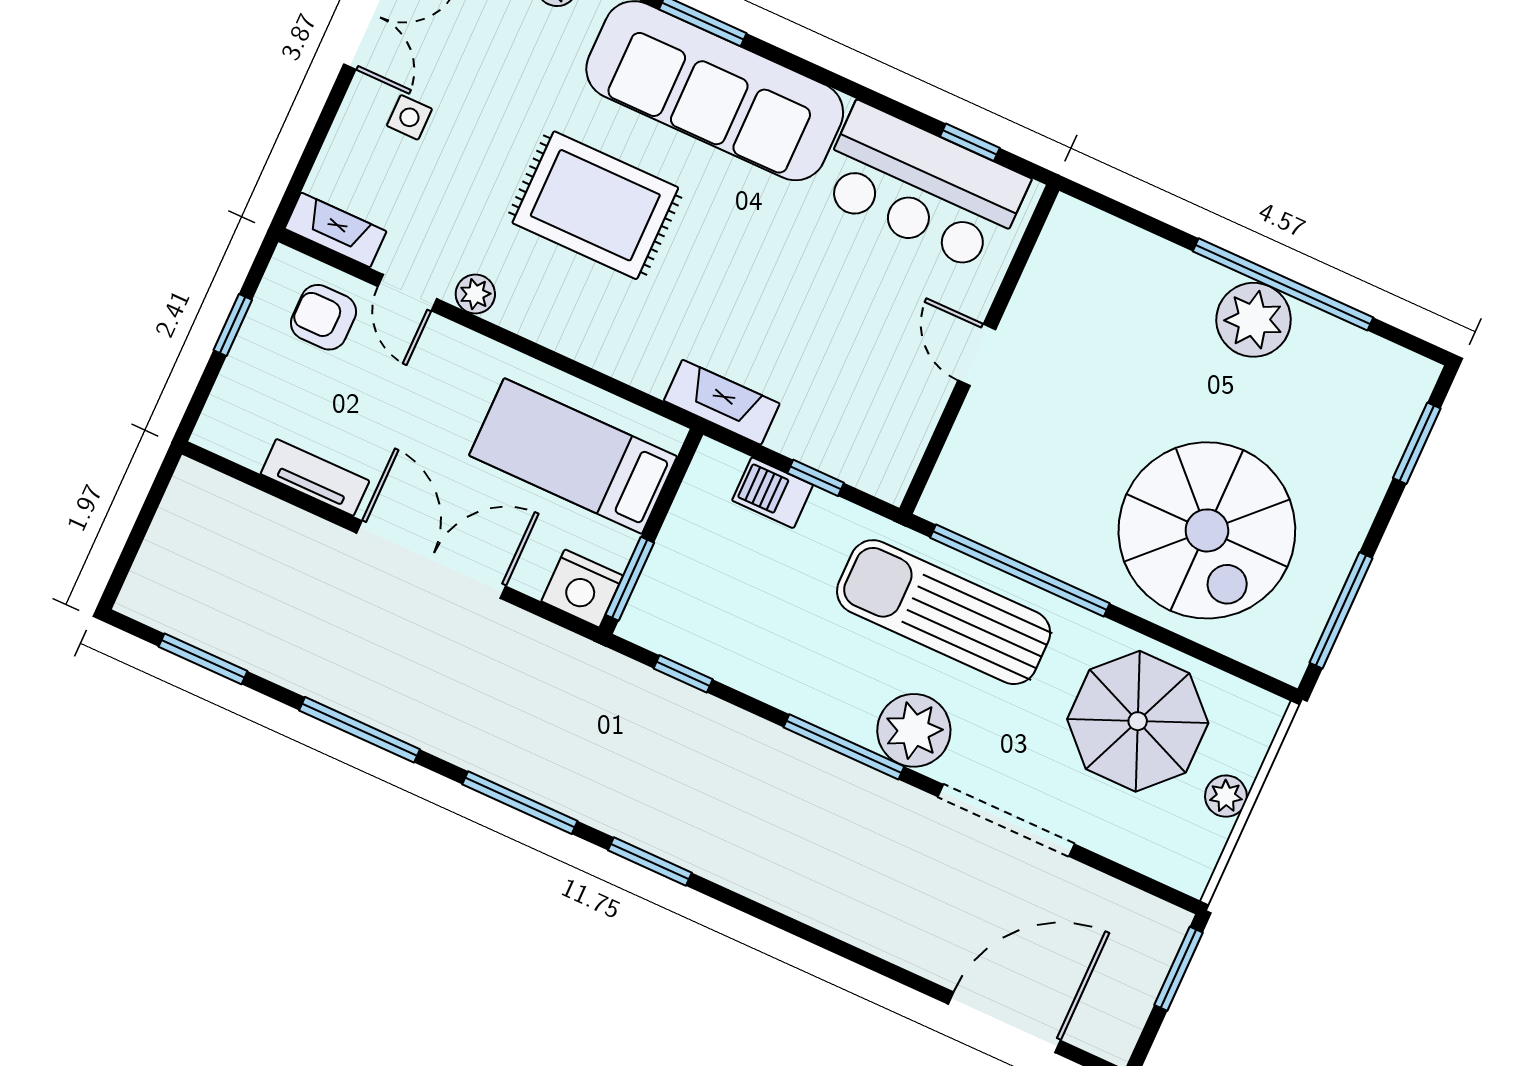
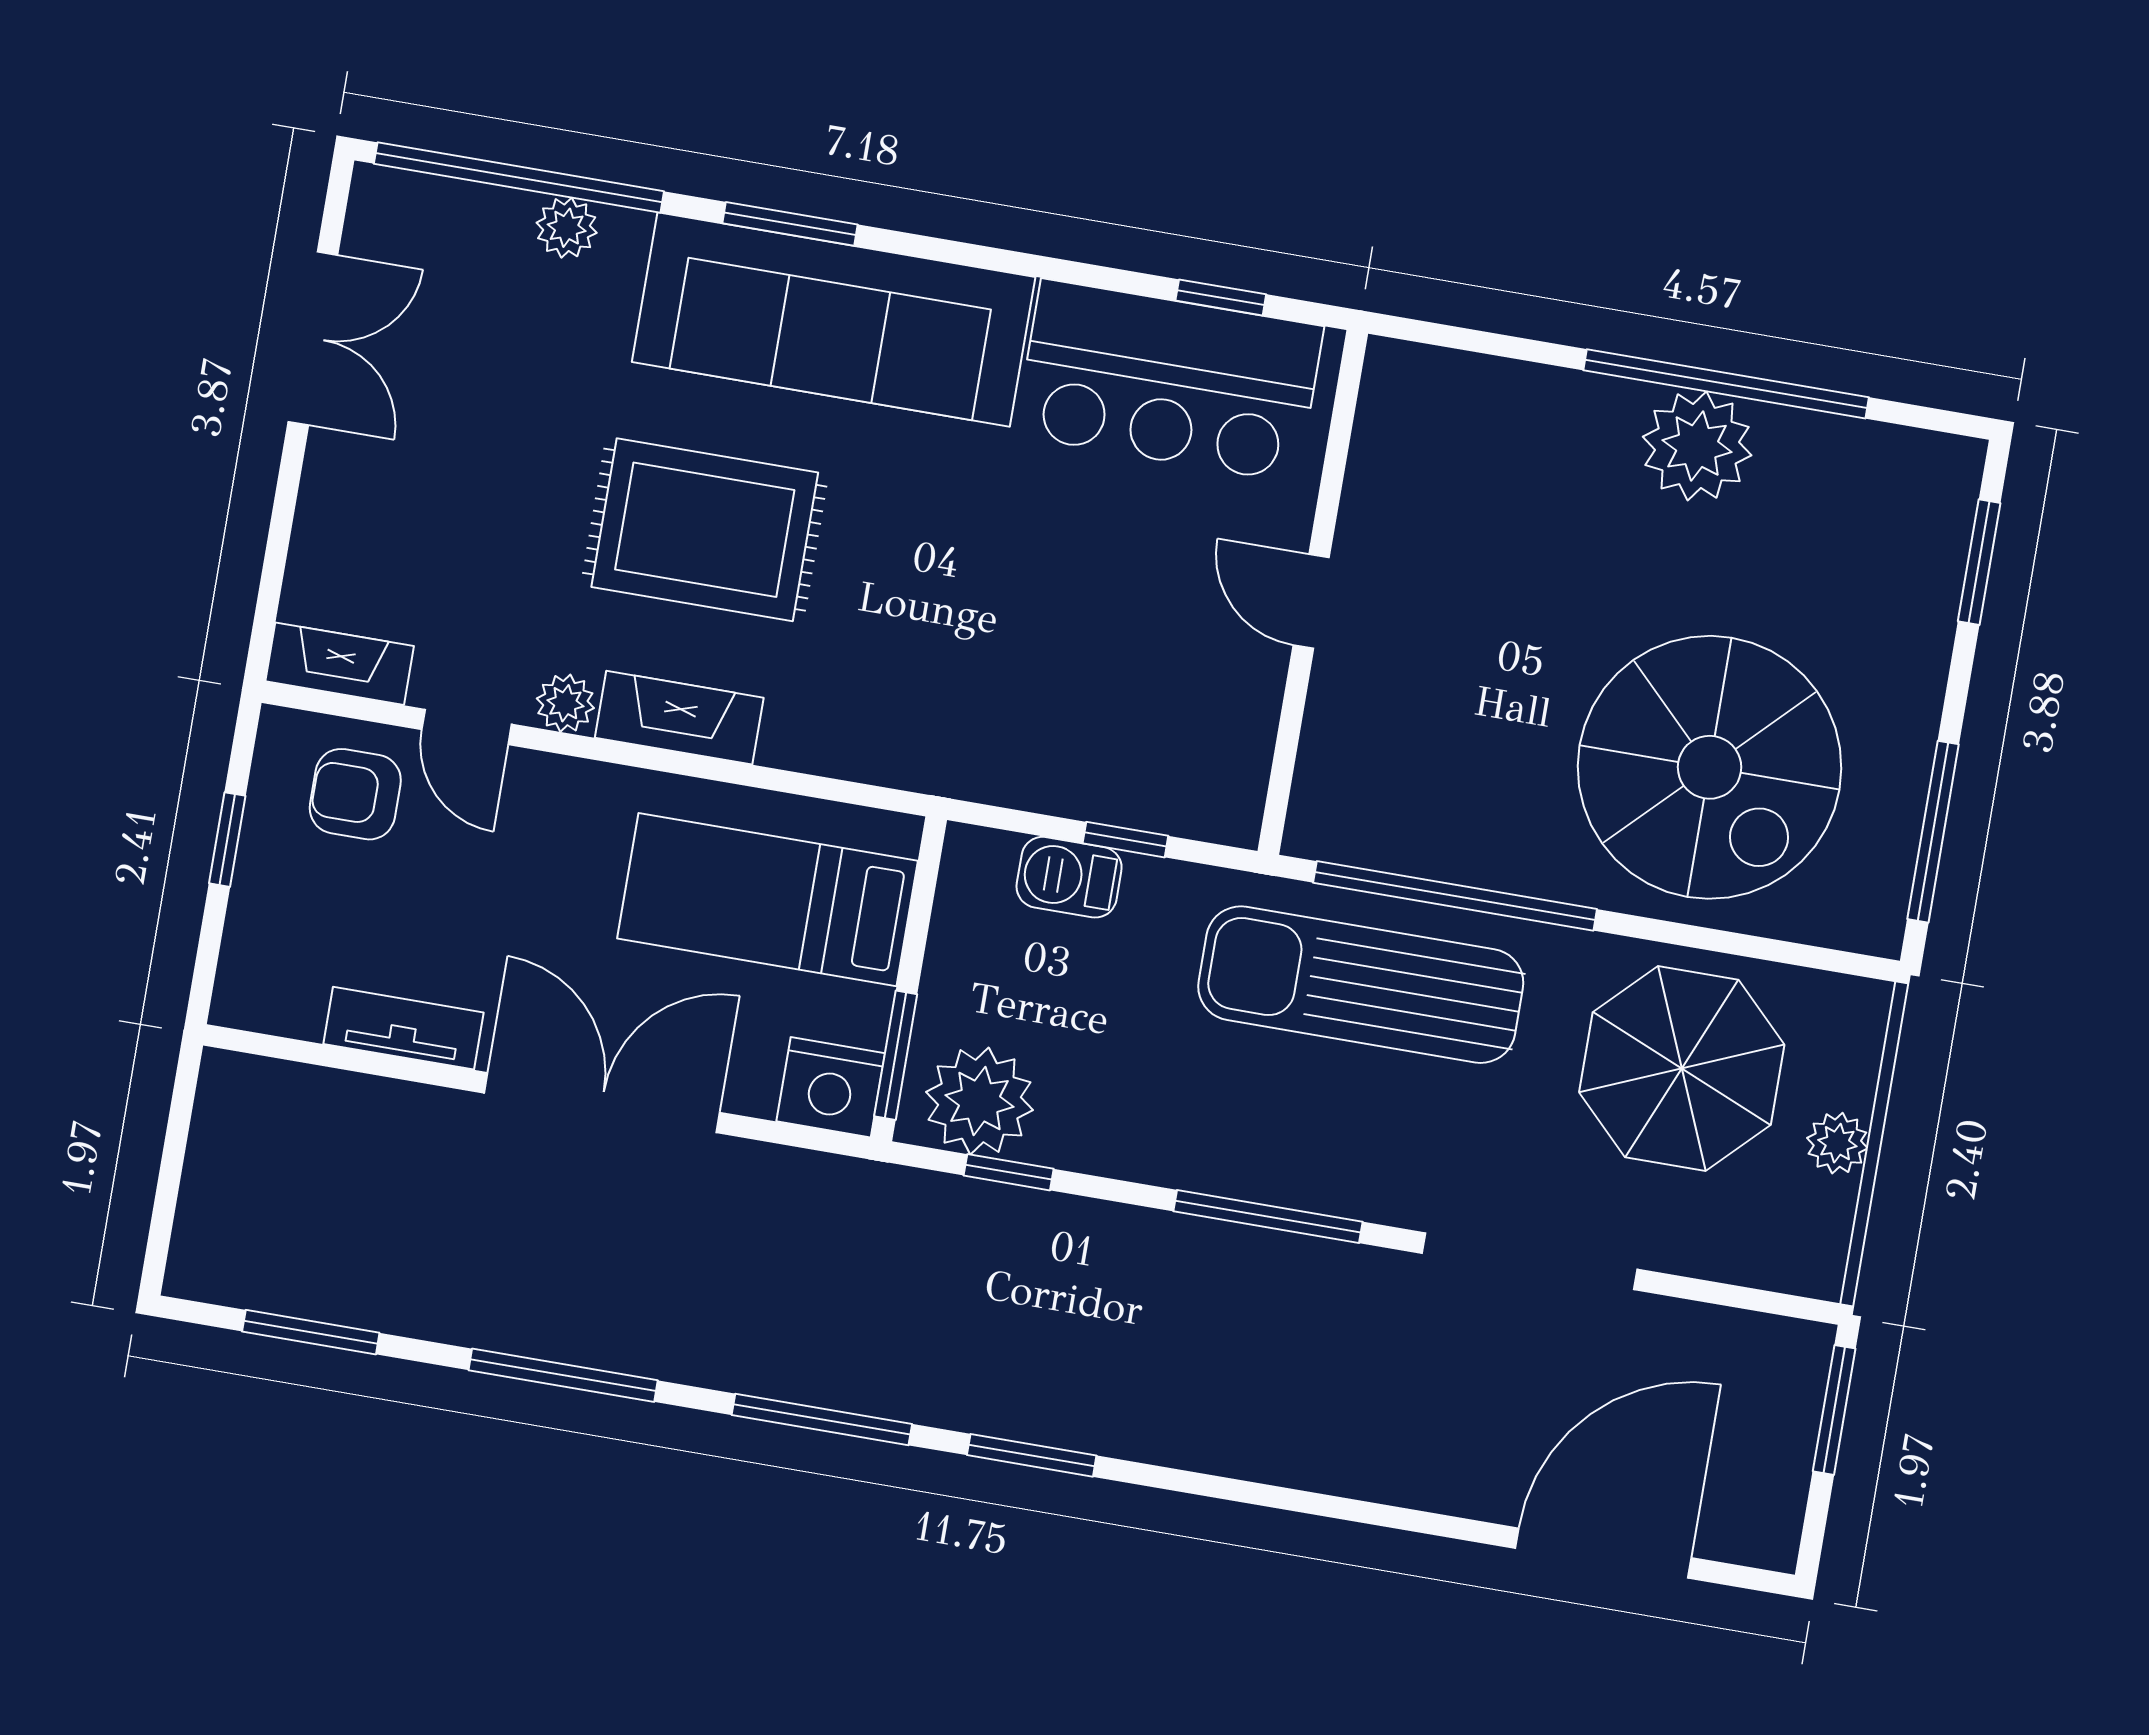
side table: (409, 117) -> (404, 473), removed
fireplace: (722, 402) -> (679, 718), moved
plant: (914, 730) -> (980, 1101), moved

